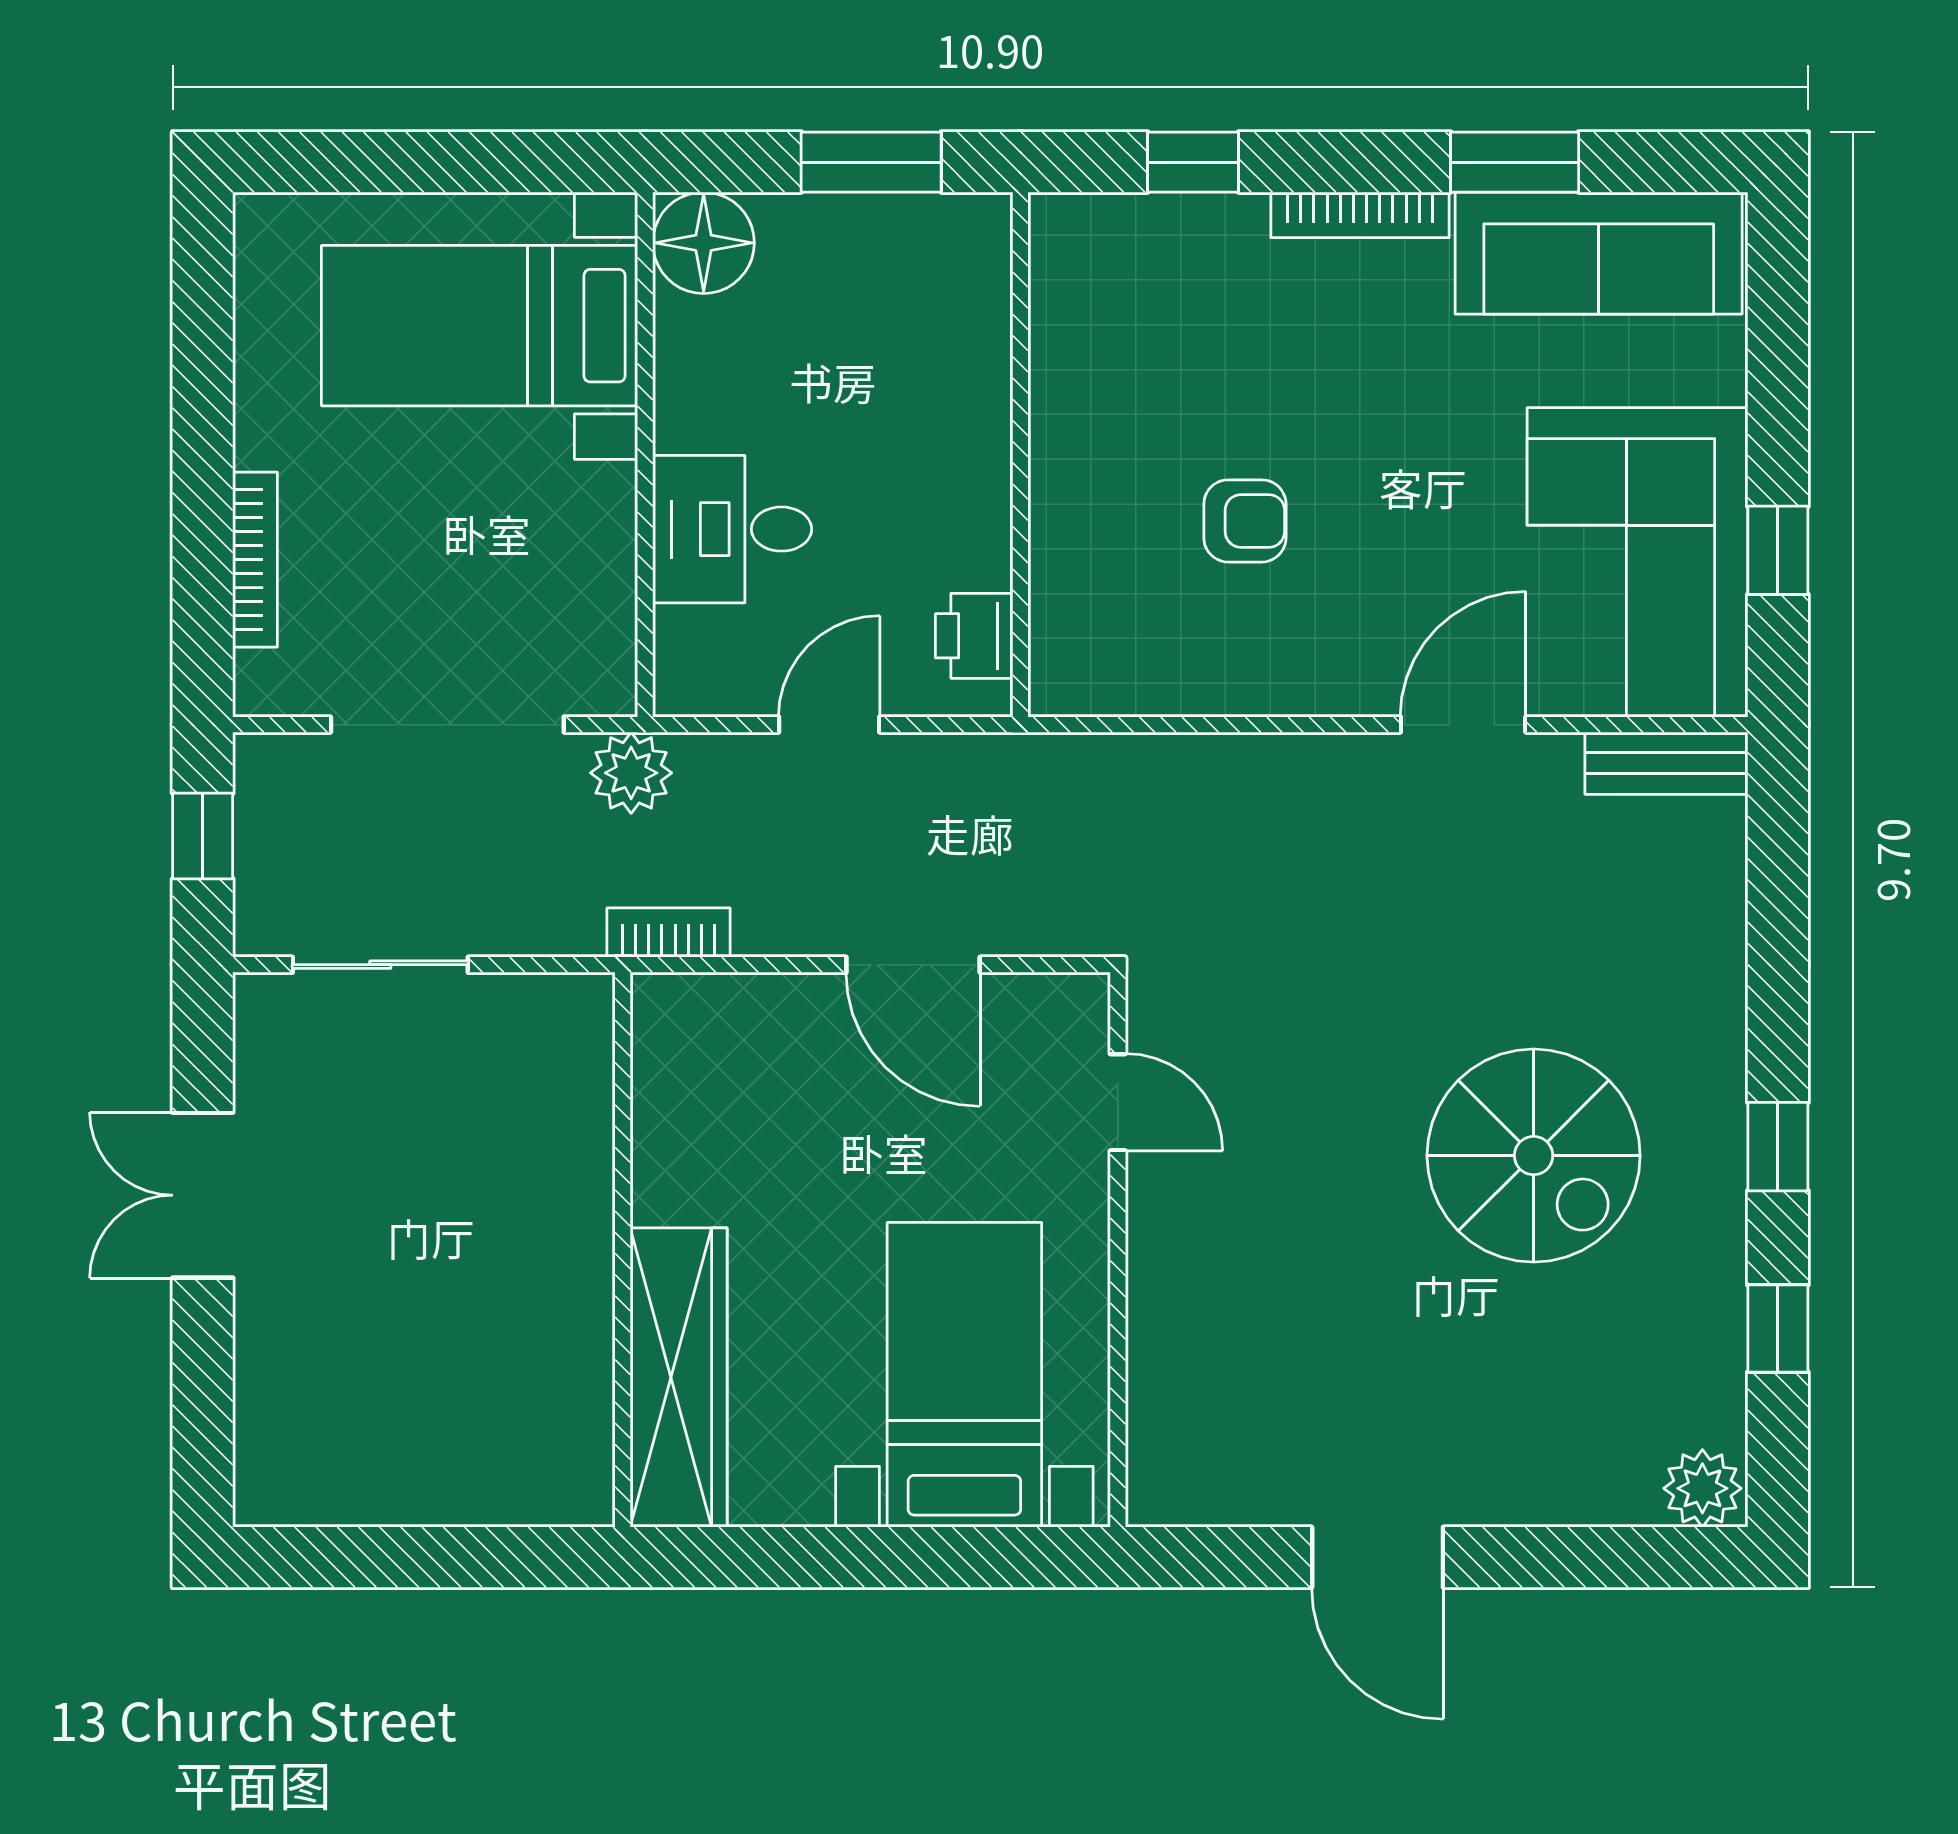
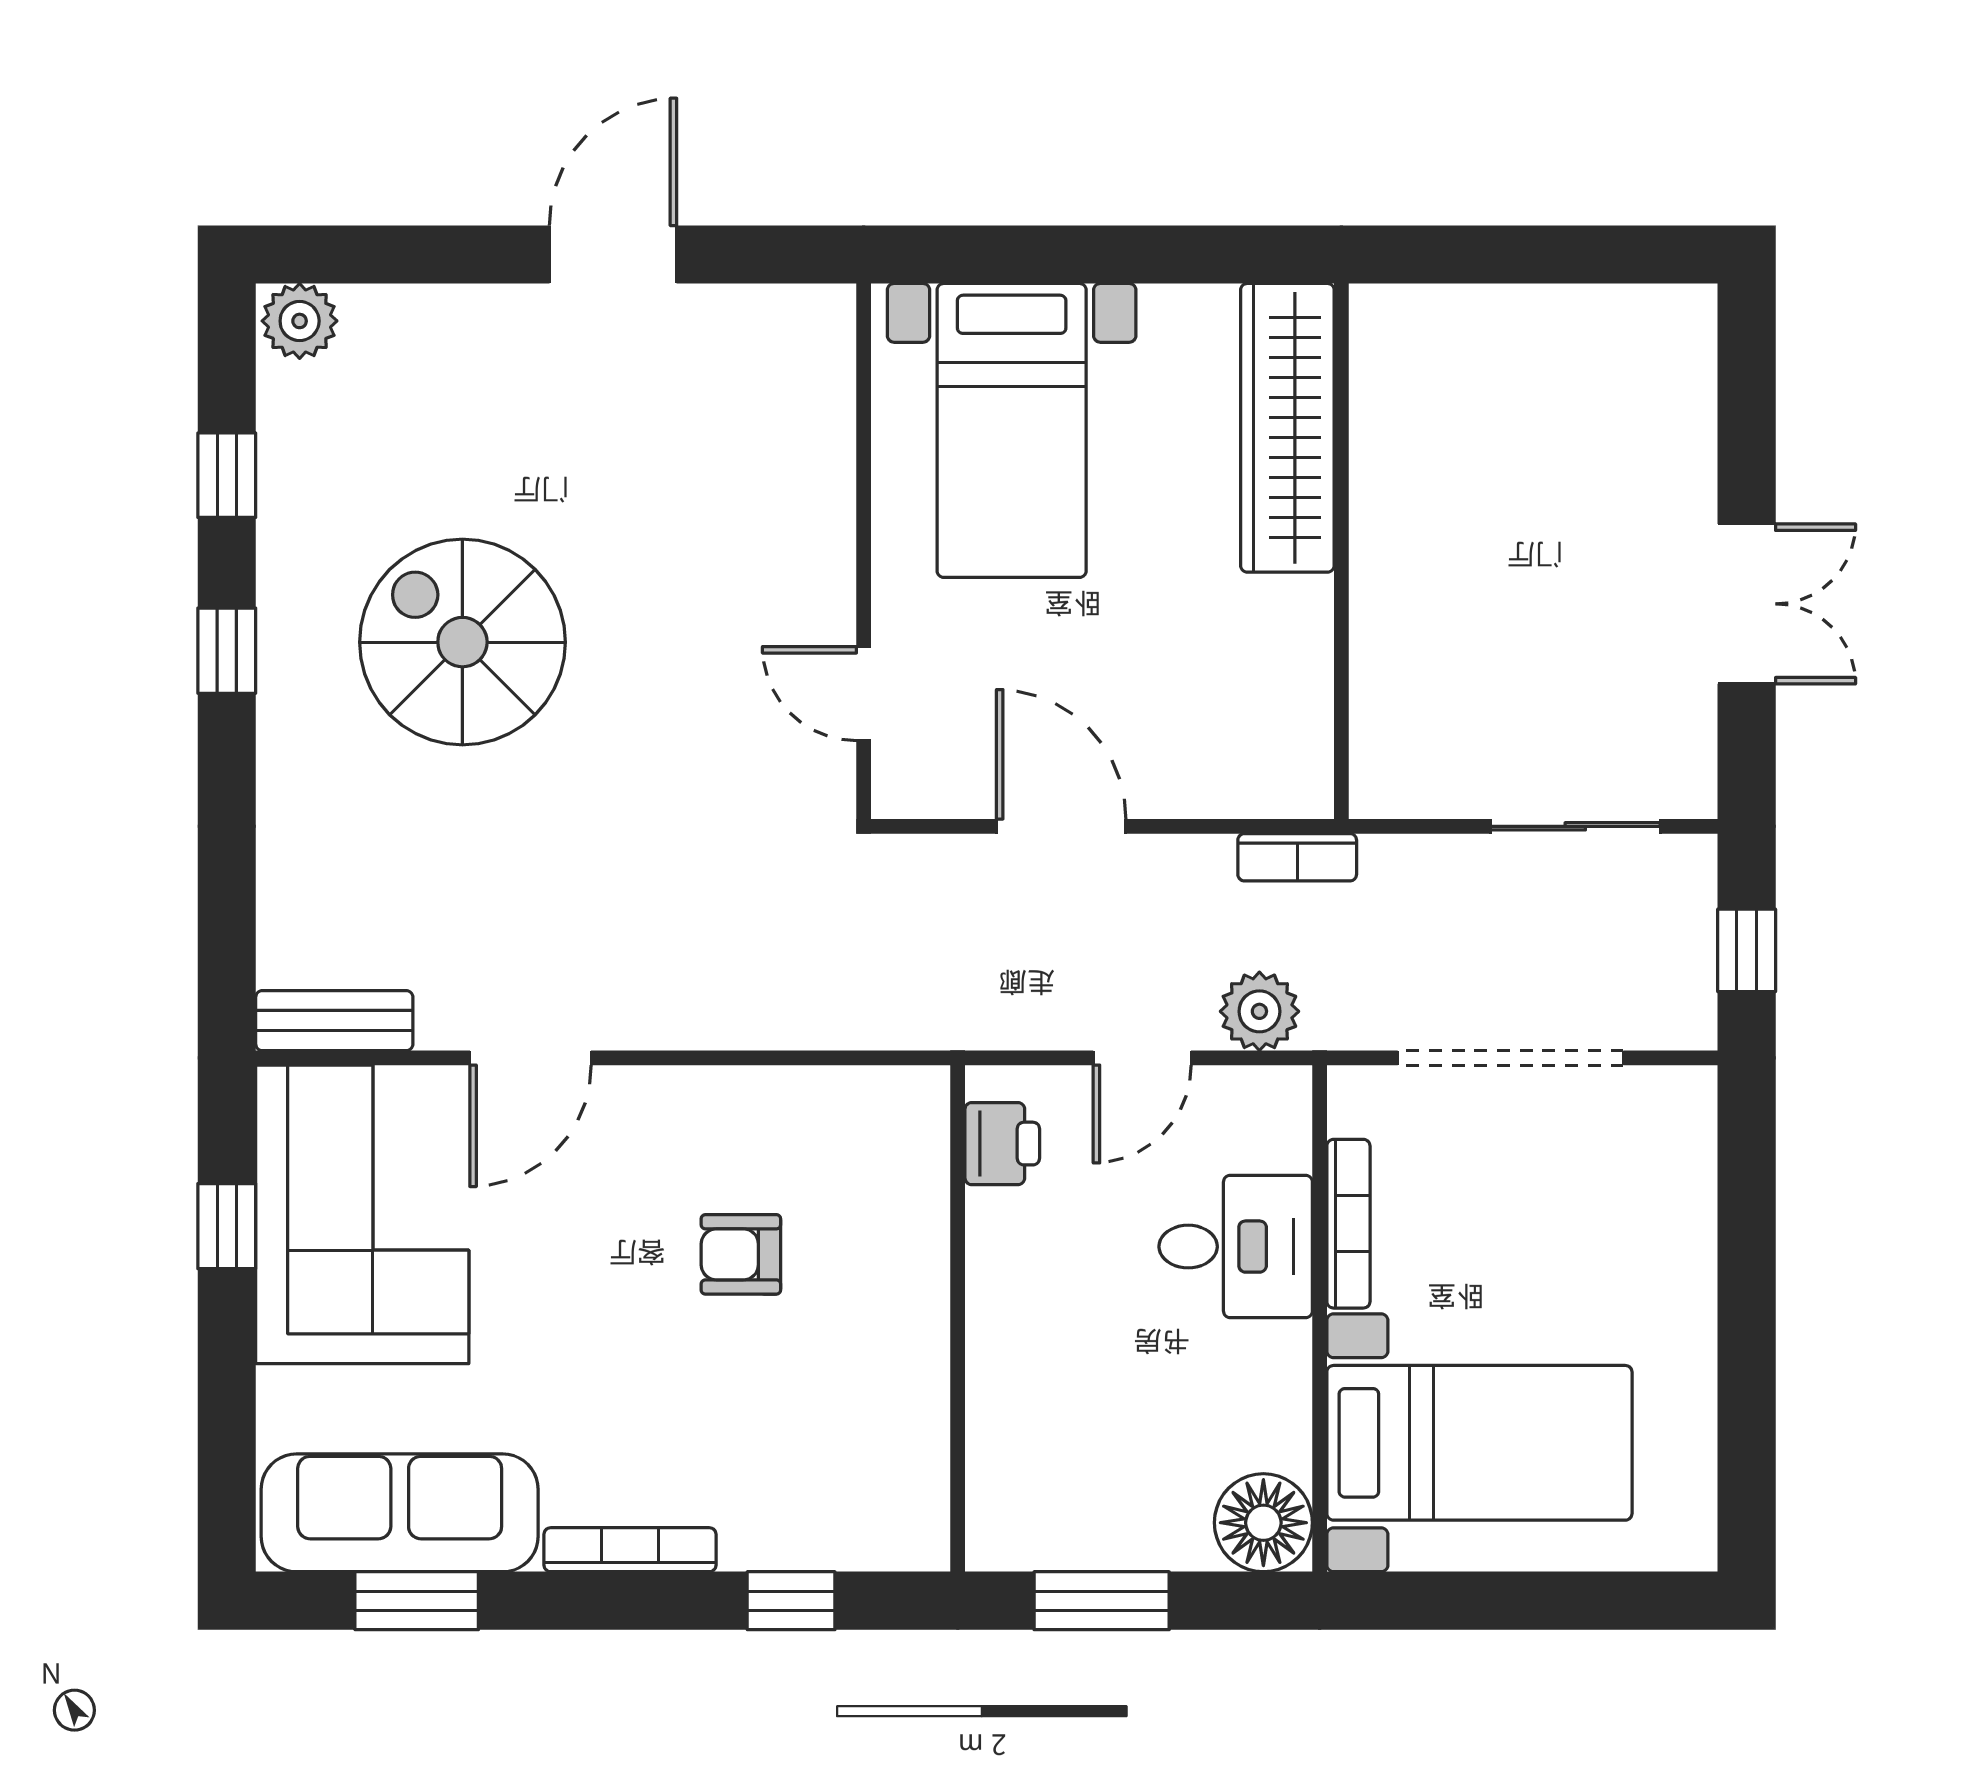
window: (1515, 162) -> (417, 1601), moved
bookcase: (255, 560) -> (1348, 1224), moved, turned 180
plant: (631, 773) -> (1259, 1011), moved
door: (1378, 1557) -> (613, 254), hinge flipped

